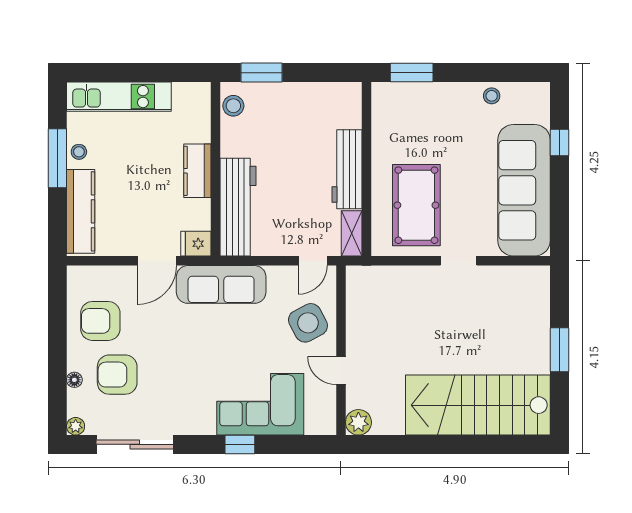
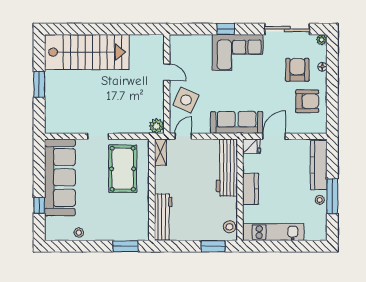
kitchen unit: (119, 97) -> (273, 232), moved
workbench: (347, 169) -> (163, 217), moved
side table: (308, 323) -> (186, 100), turned -37
armchair: (117, 375) -> (297, 70), turned -90
corner sofa: (260, 404) -> (237, 53), moved
plant: (358, 422) -> (156, 126), moved

